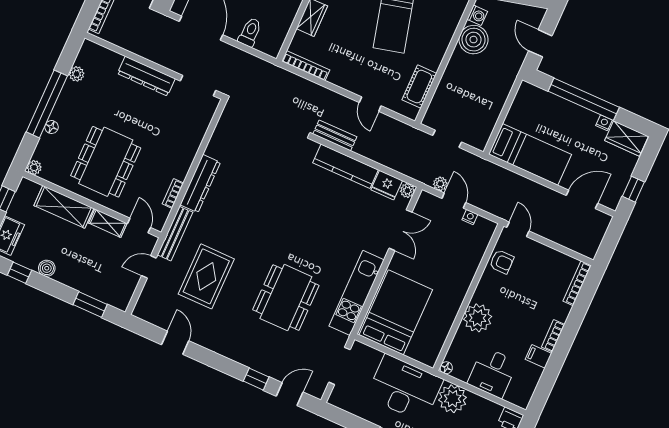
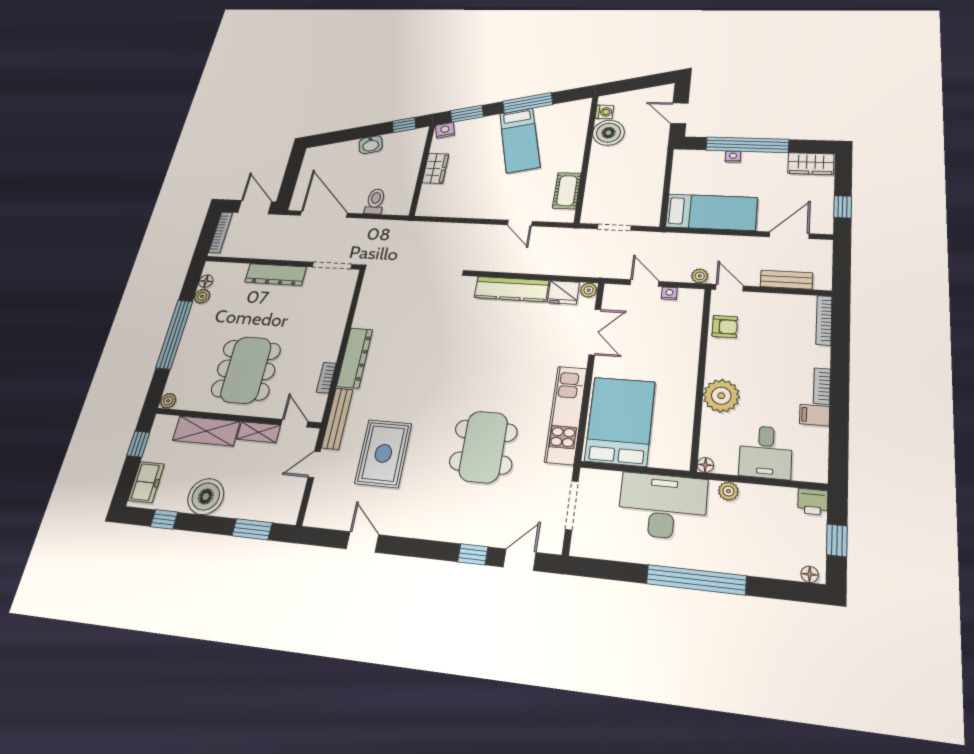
bookcase: (306, 66) -> (441, 211), removed
nightstand: (604, 123) -> (733, 157), moved
floor lamp: (52, 127) -> (206, 281), moved
bench: (335, 135) -> (786, 280), moved
plant: (440, 184) -> (700, 276), moved
boiler: (47, 268) -> (206, 496), width x1.86, depth x1.86
plant: (453, 399) -> (728, 491), width x0.53, depth x0.53

